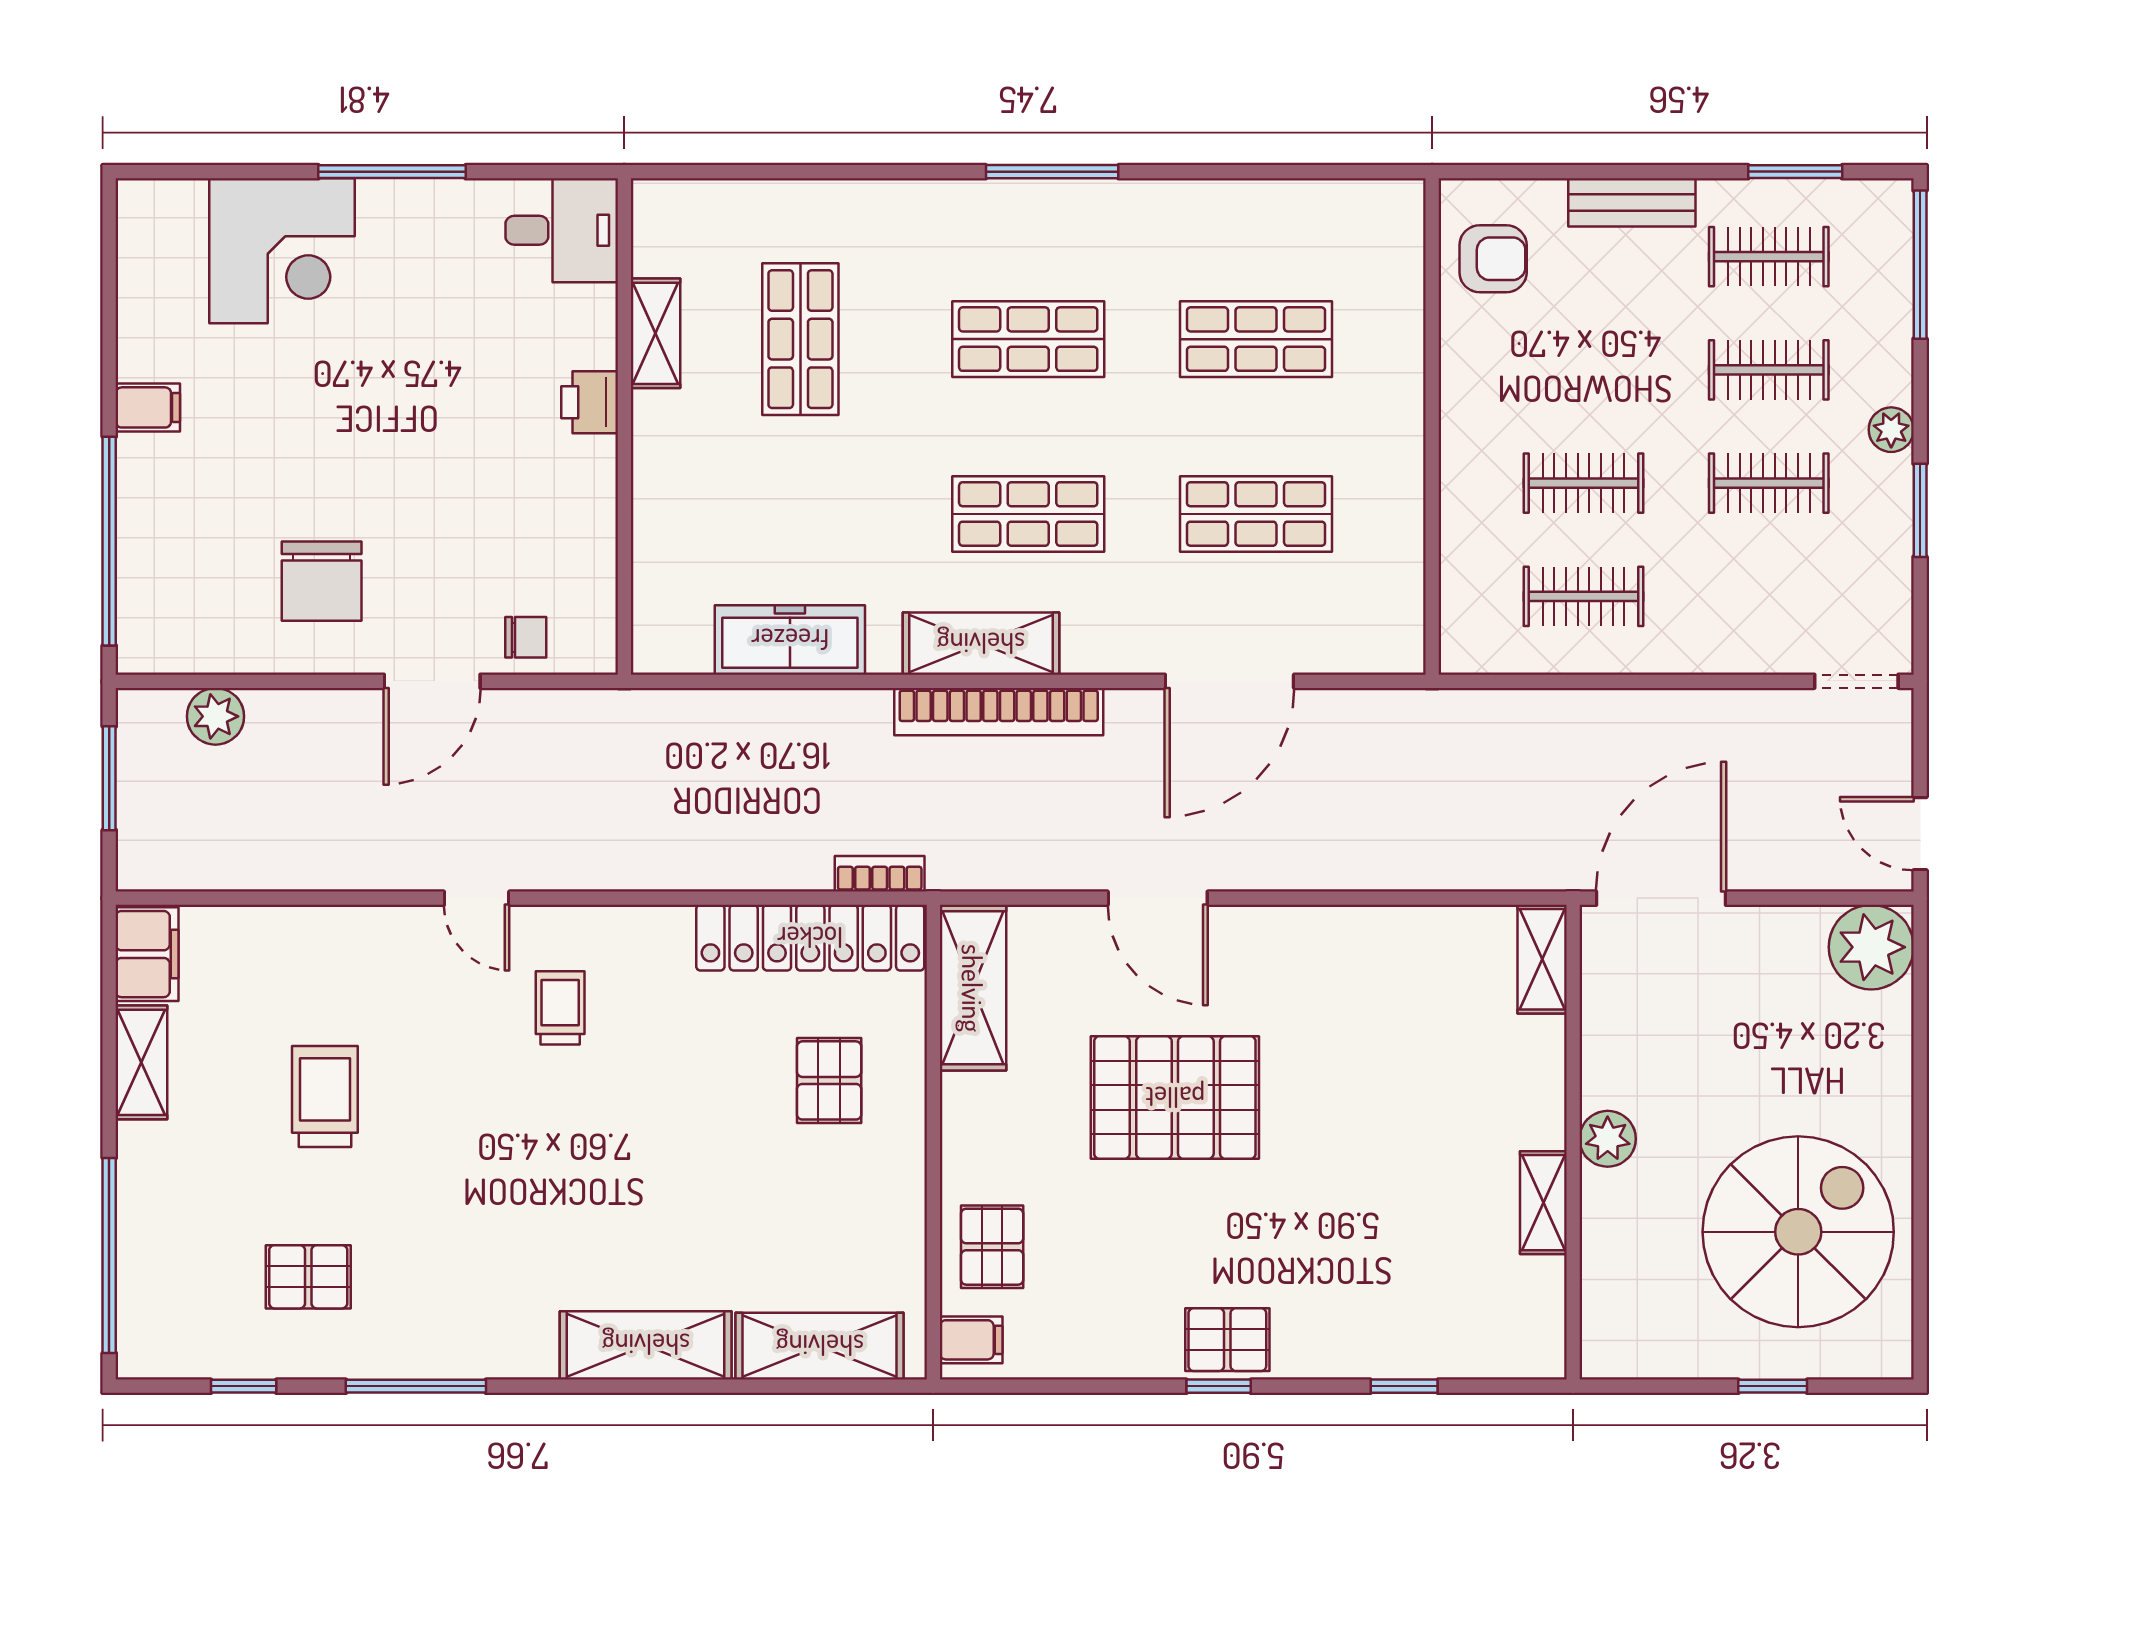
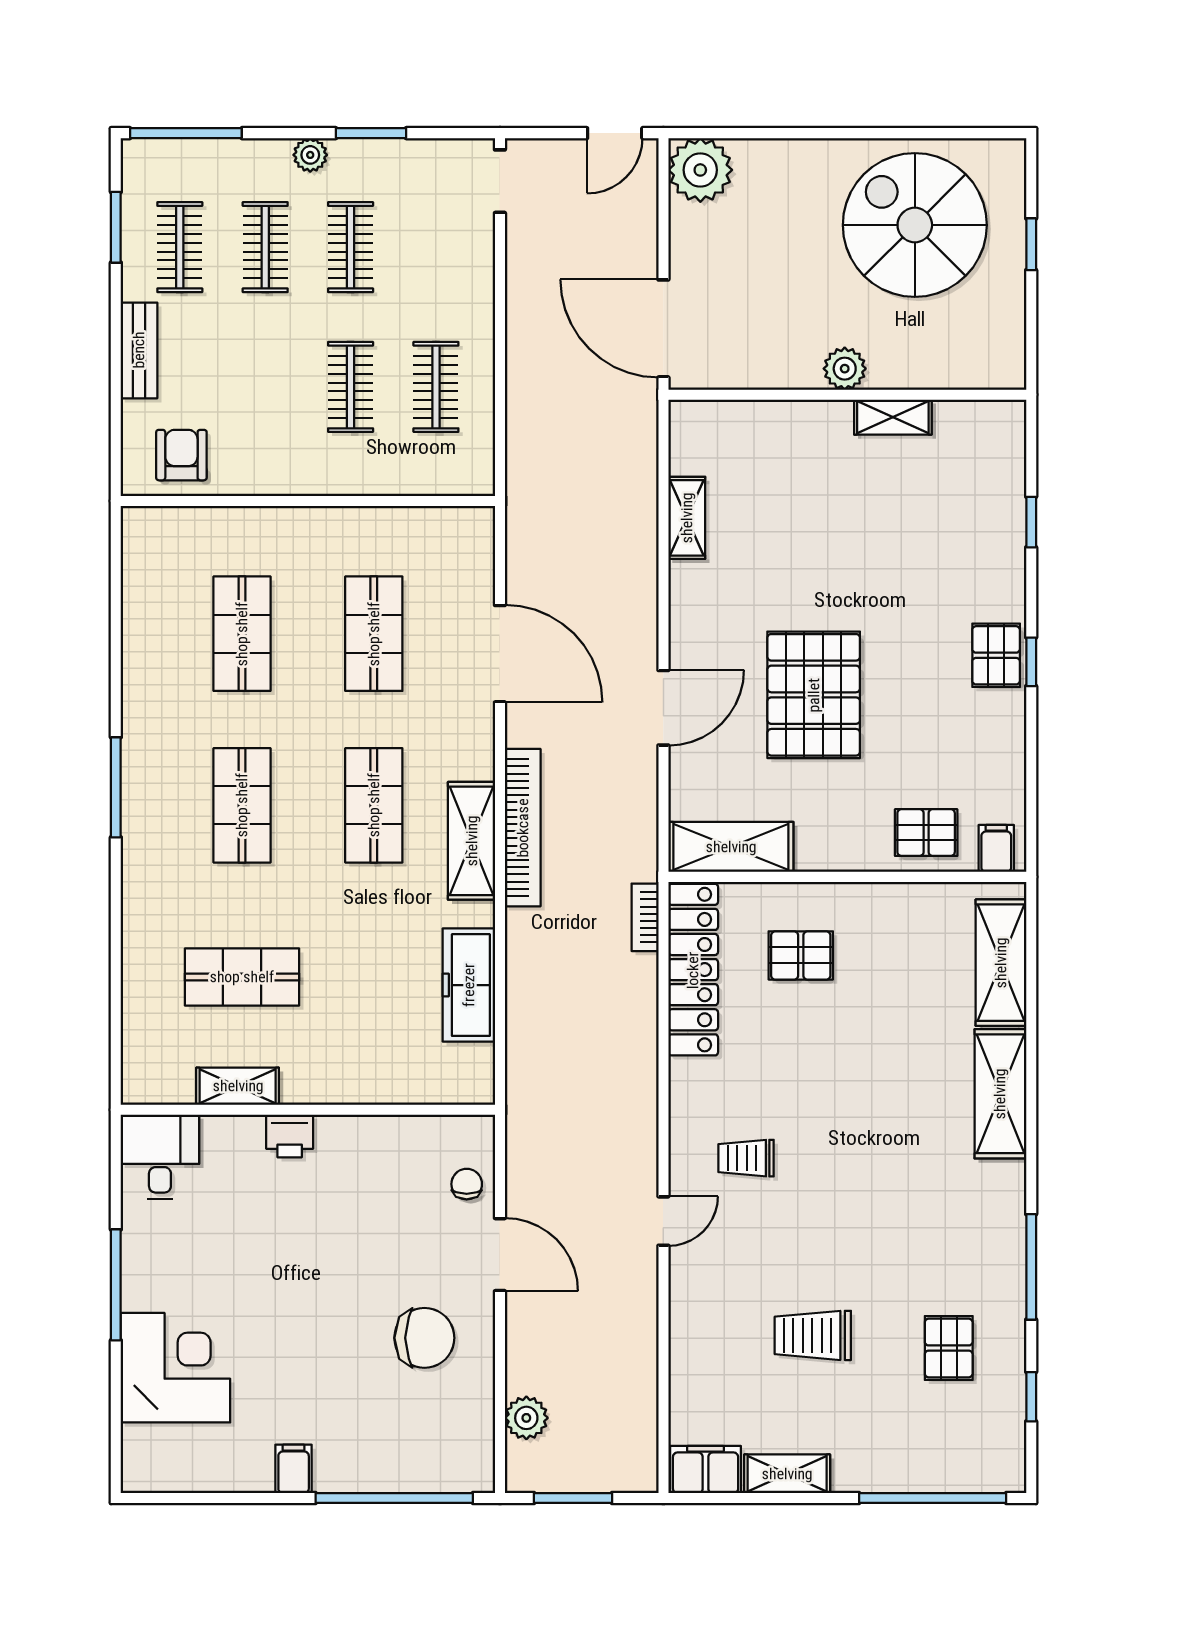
shelving: (1542, 959) -> (687, 518), moved, turned 90

